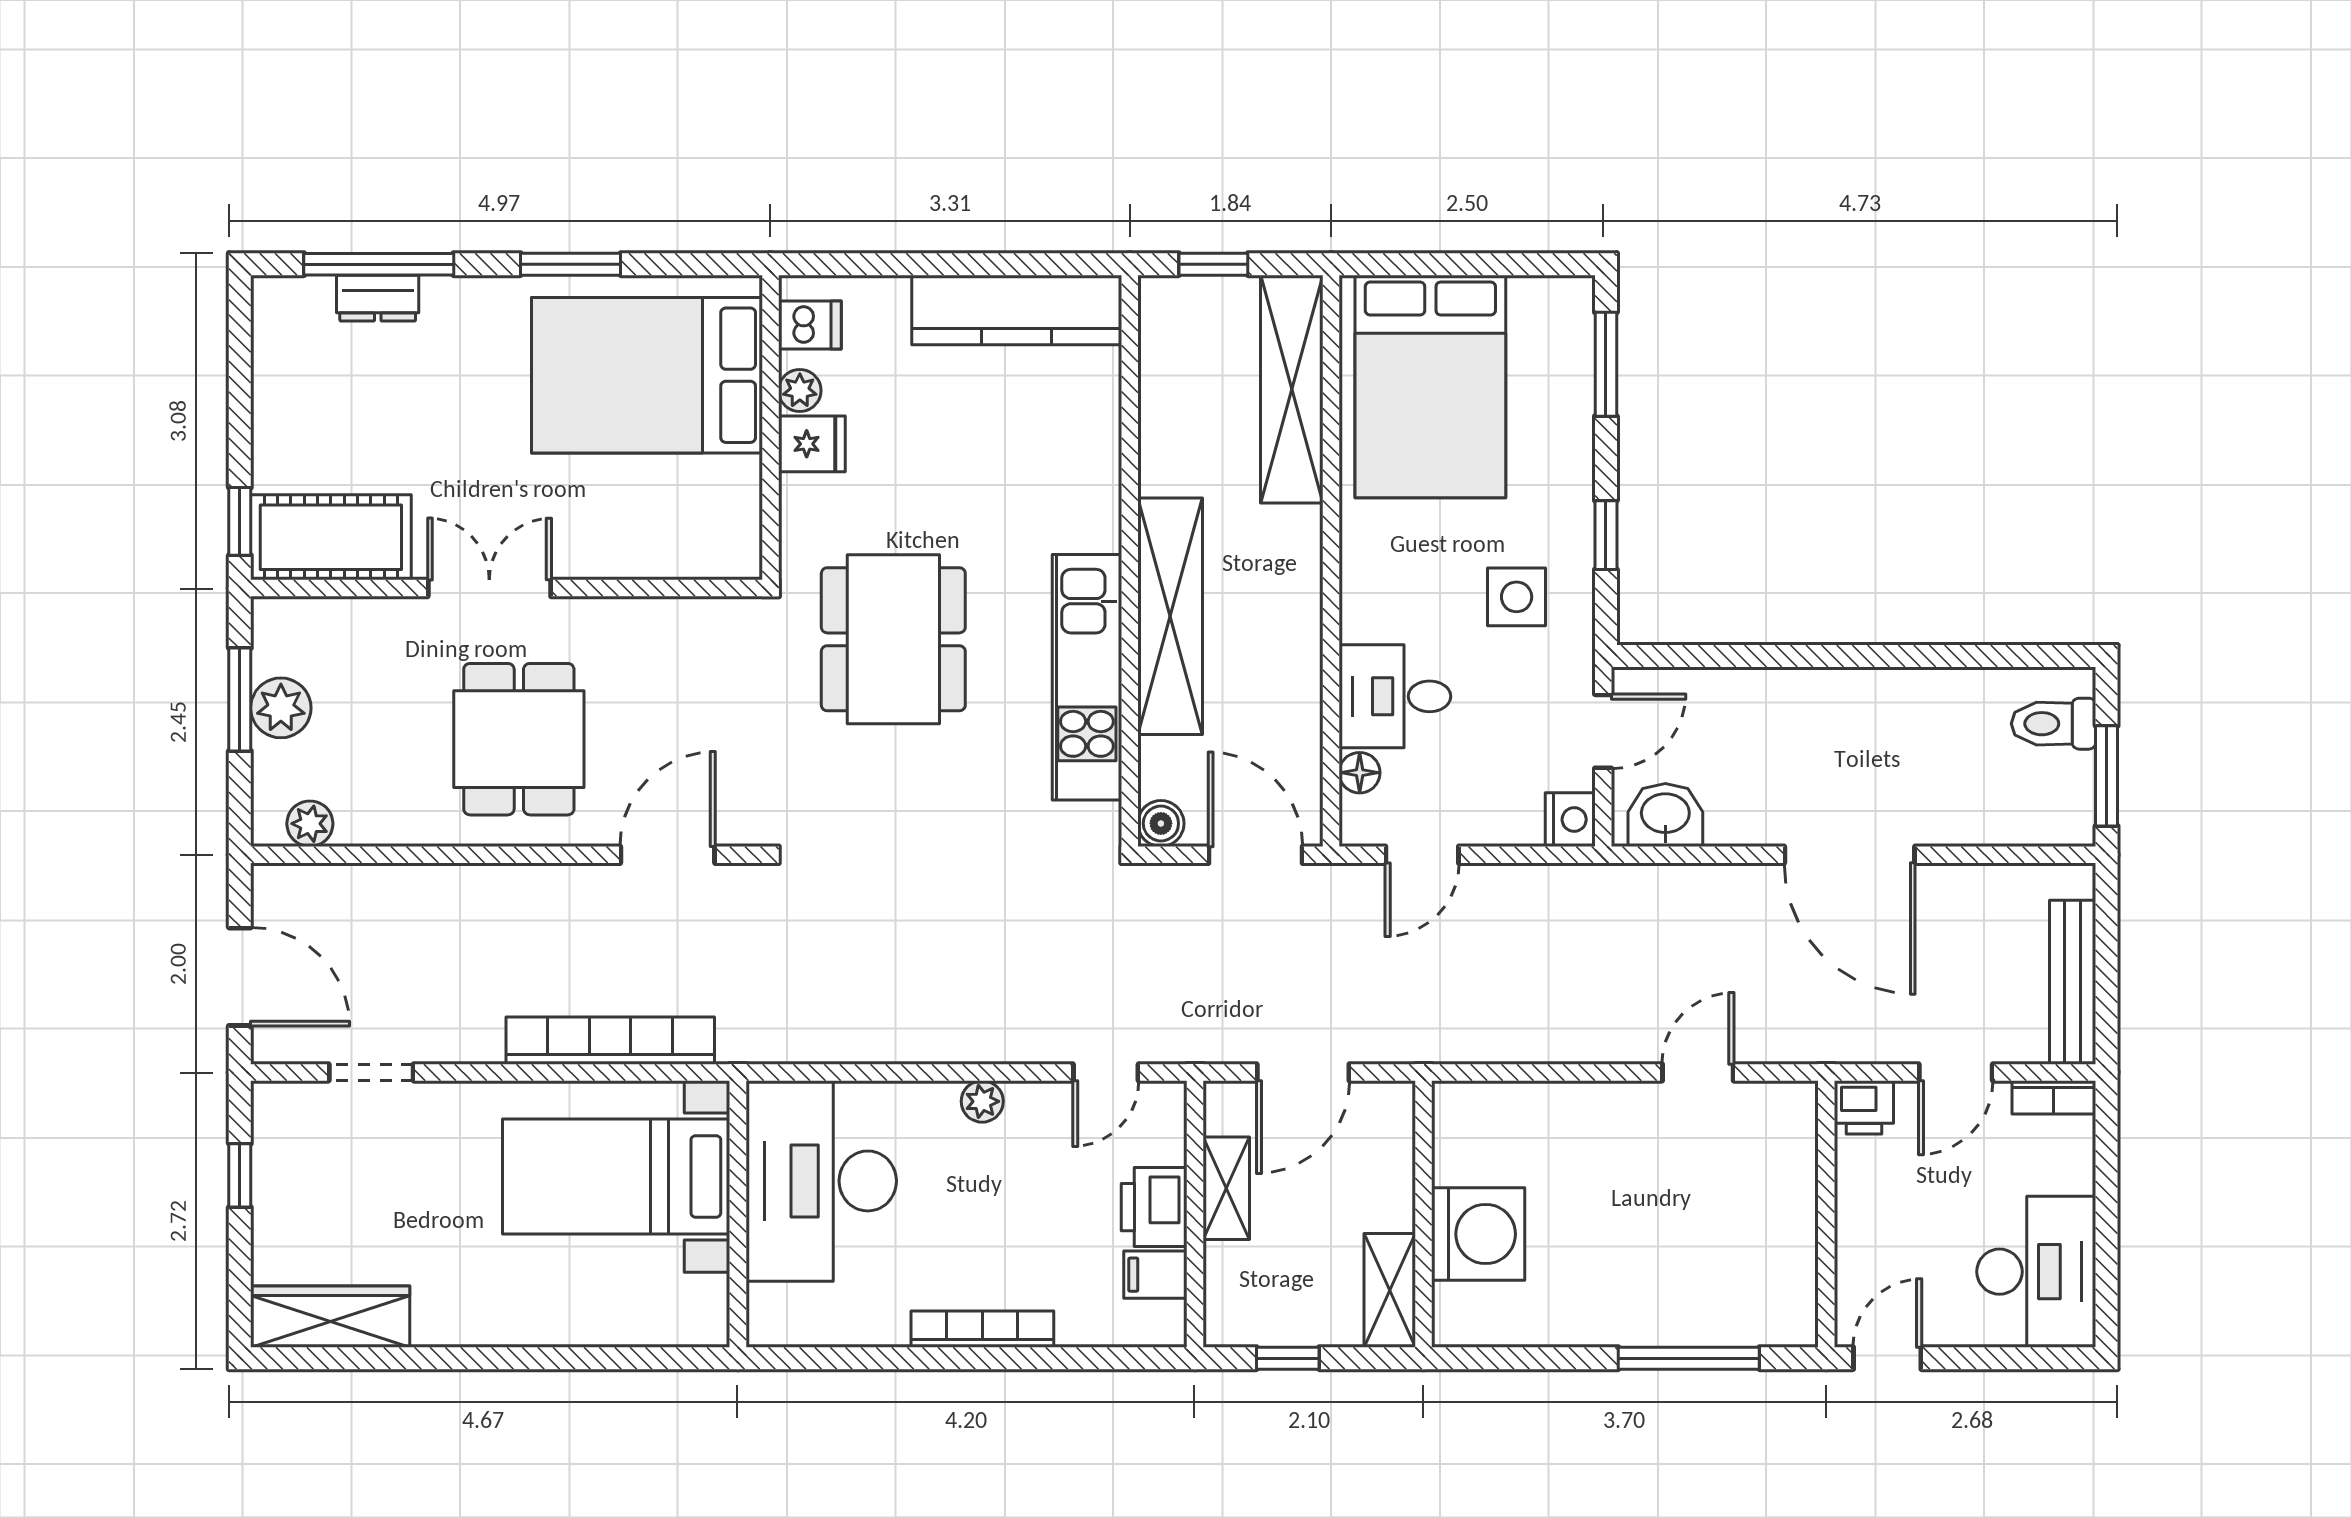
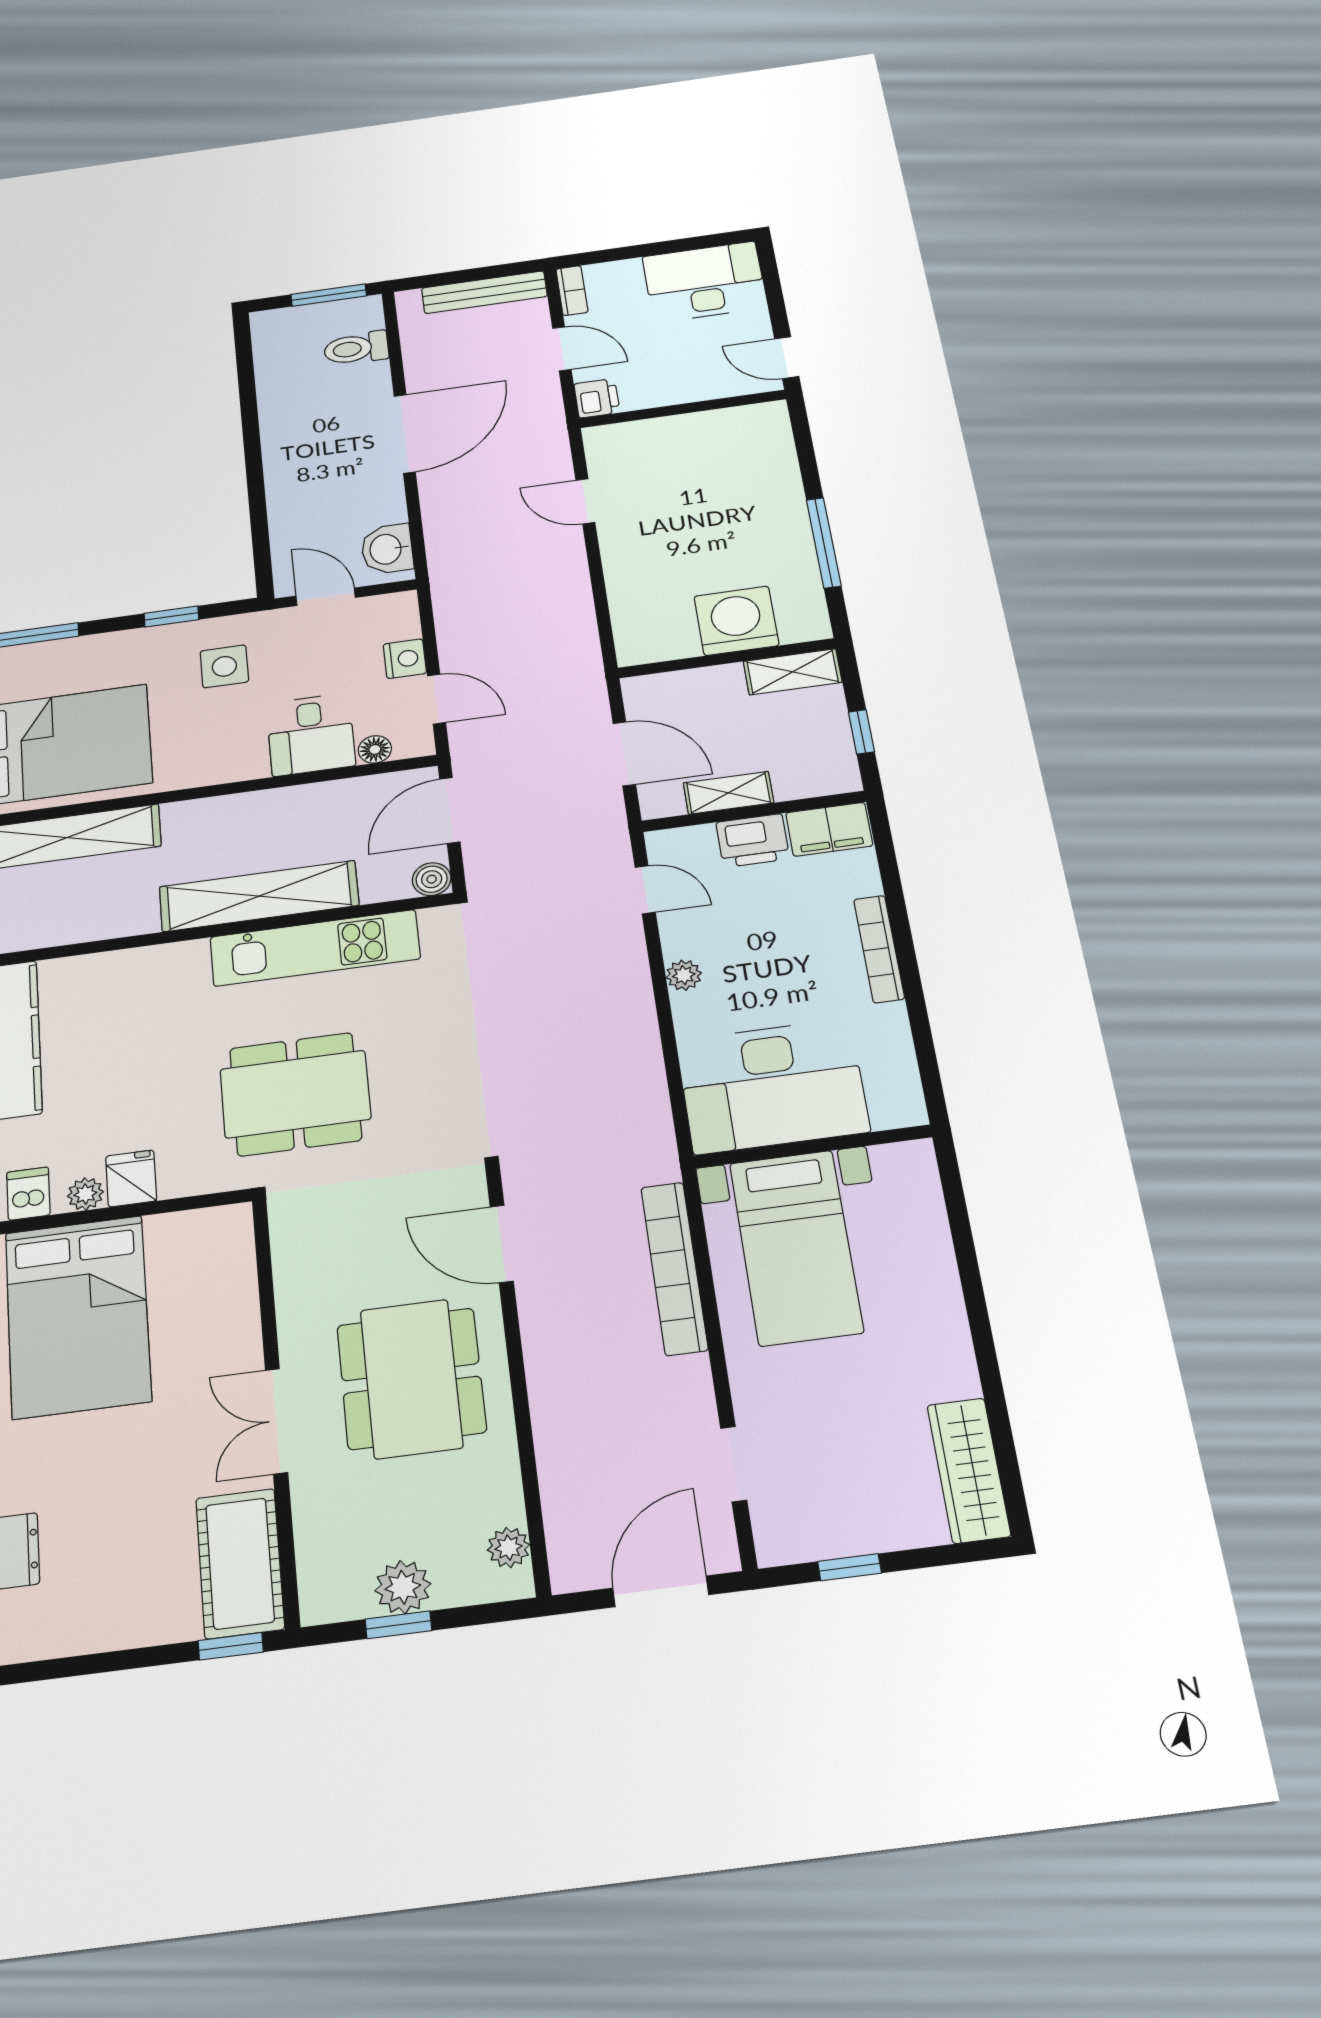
window: (240, 700) -> (398, 1625), width x0.67
toilet: (2054, 724) -> (356, 348), moved, turned 90
dining table: (519, 739) -> (411, 1379), width x1.38
nightstand: (1570, 820) -> (405, 659), moved, turned 90
filing cabinet: (1155, 1275) -> (829, 829), width x2.00
window: (1689, 1358) -> (824, 543), moved

